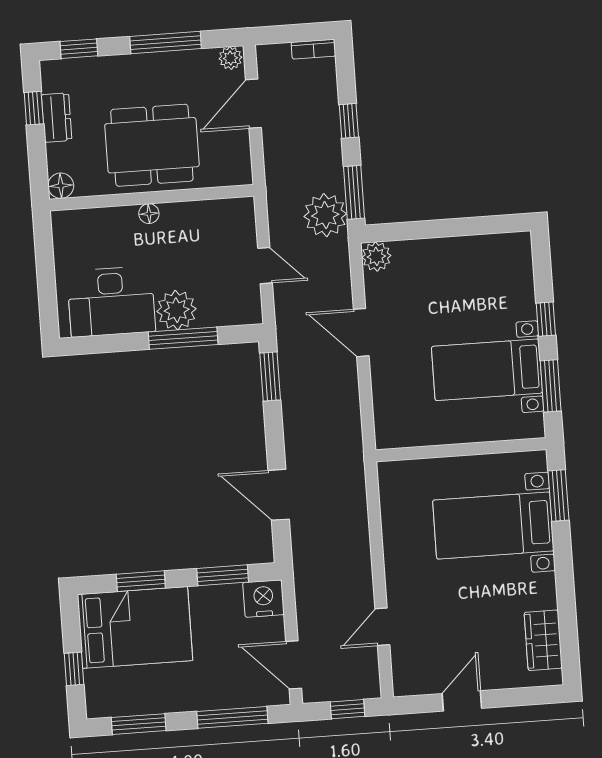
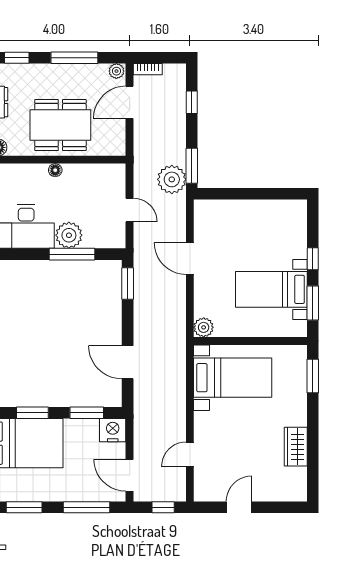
bookcase: (313, 49) -> (148, 69), moved
window: (349, 121) -> (192, 102), moved
plant: (376, 256) -> (204, 327), moved
bed with nightstands: (493, 526) -> (233, 378), moved, turned 180
wardrobe: (543, 640) -> (296, 447), moved

